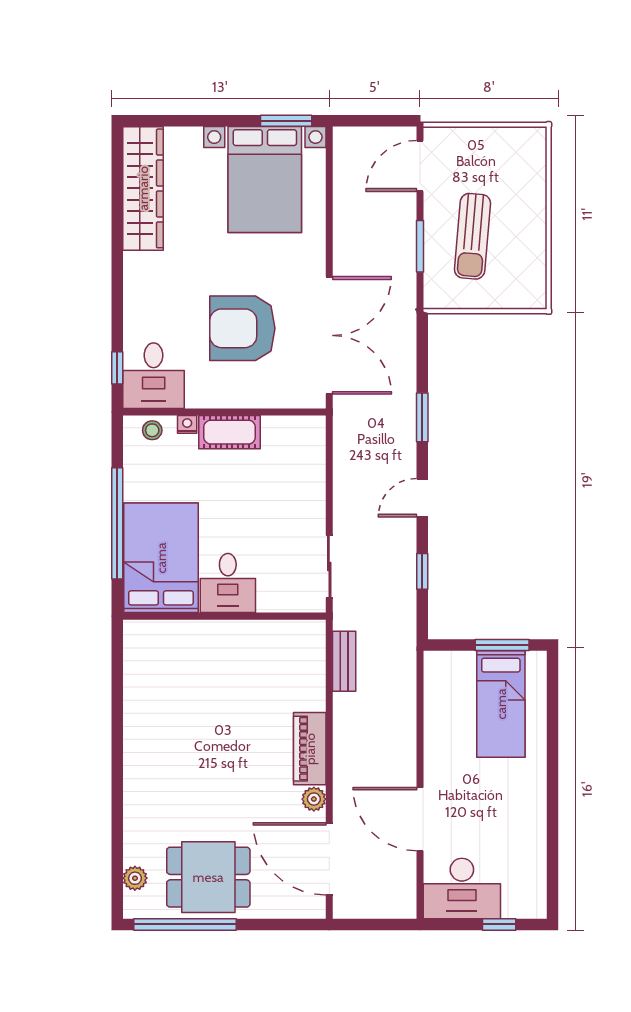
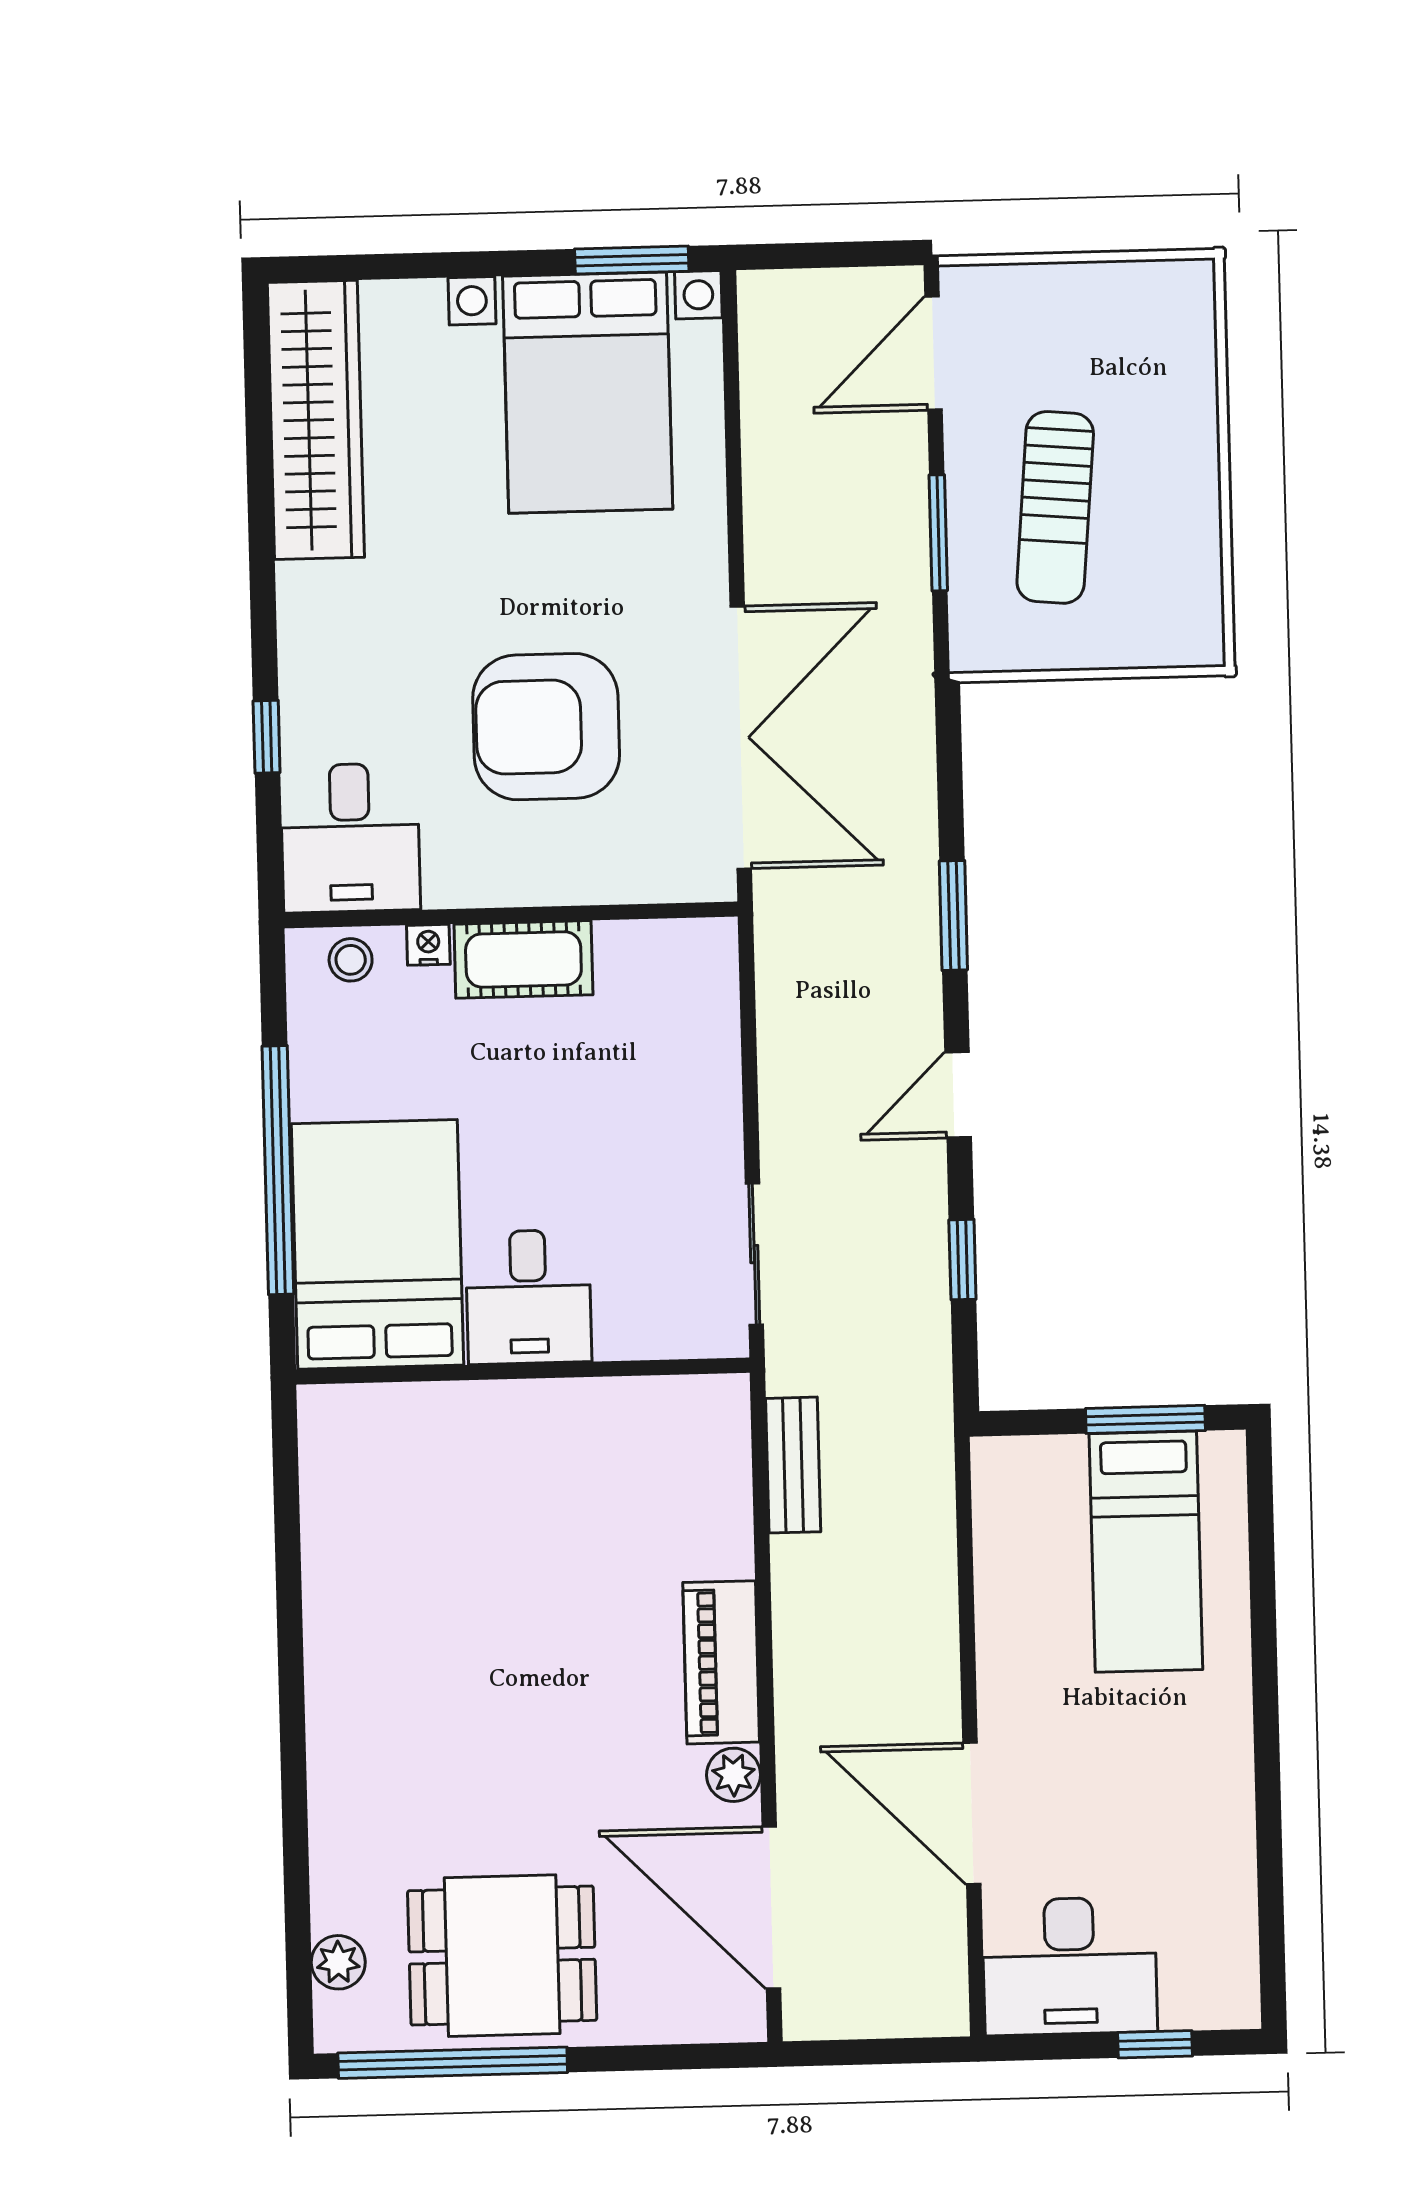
window: (117, 368) -> (267, 737), moved

